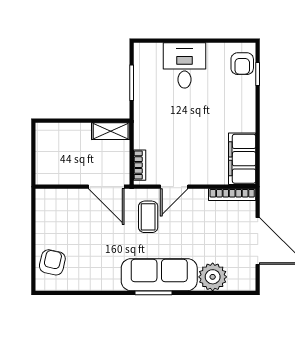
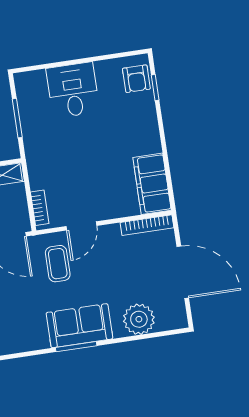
sofa: (159, 275) -> (79, 326), width x0.73

